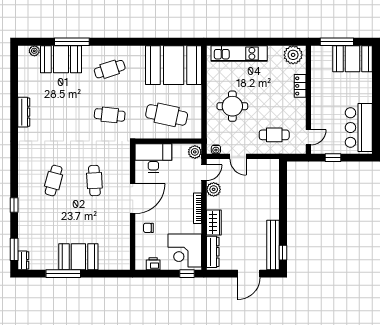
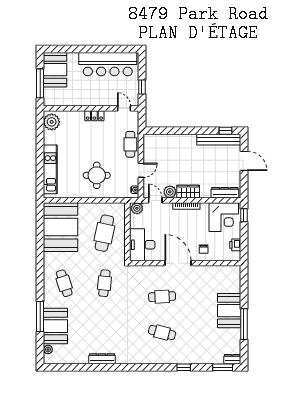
locker: (300, 86) -> (94, 116), moved
bar counter: (359, 128) -> (108, 64), width x1.36
cafe table: (274, 135) -> (130, 144), moved
wardrobe: (214, 222) -> (188, 192), moved

